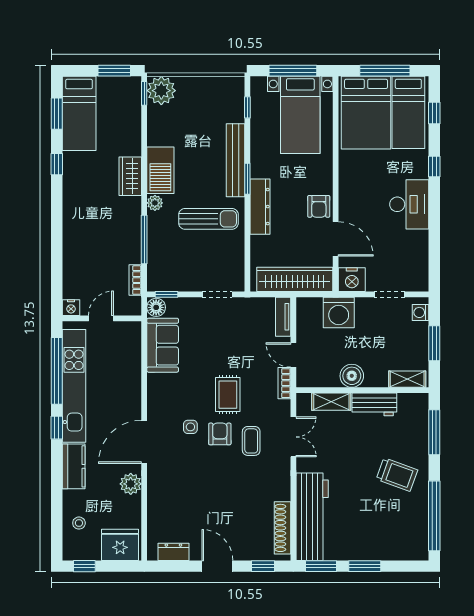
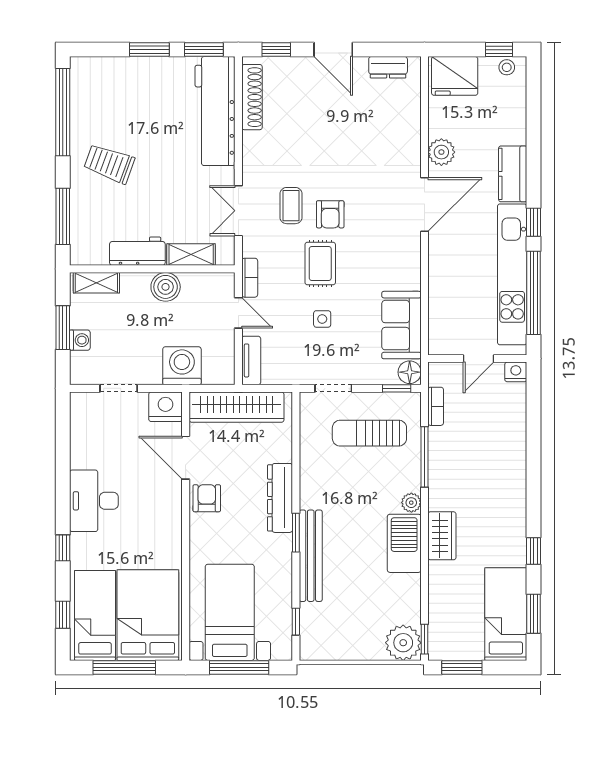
sun lounger: (208, 219) -> (369, 433), moved
washing machine: (421, 312) -> (80, 340), moved
side table: (190, 427) -> (322, 319), moved
stool: (79, 523) -> (507, 67), moved

